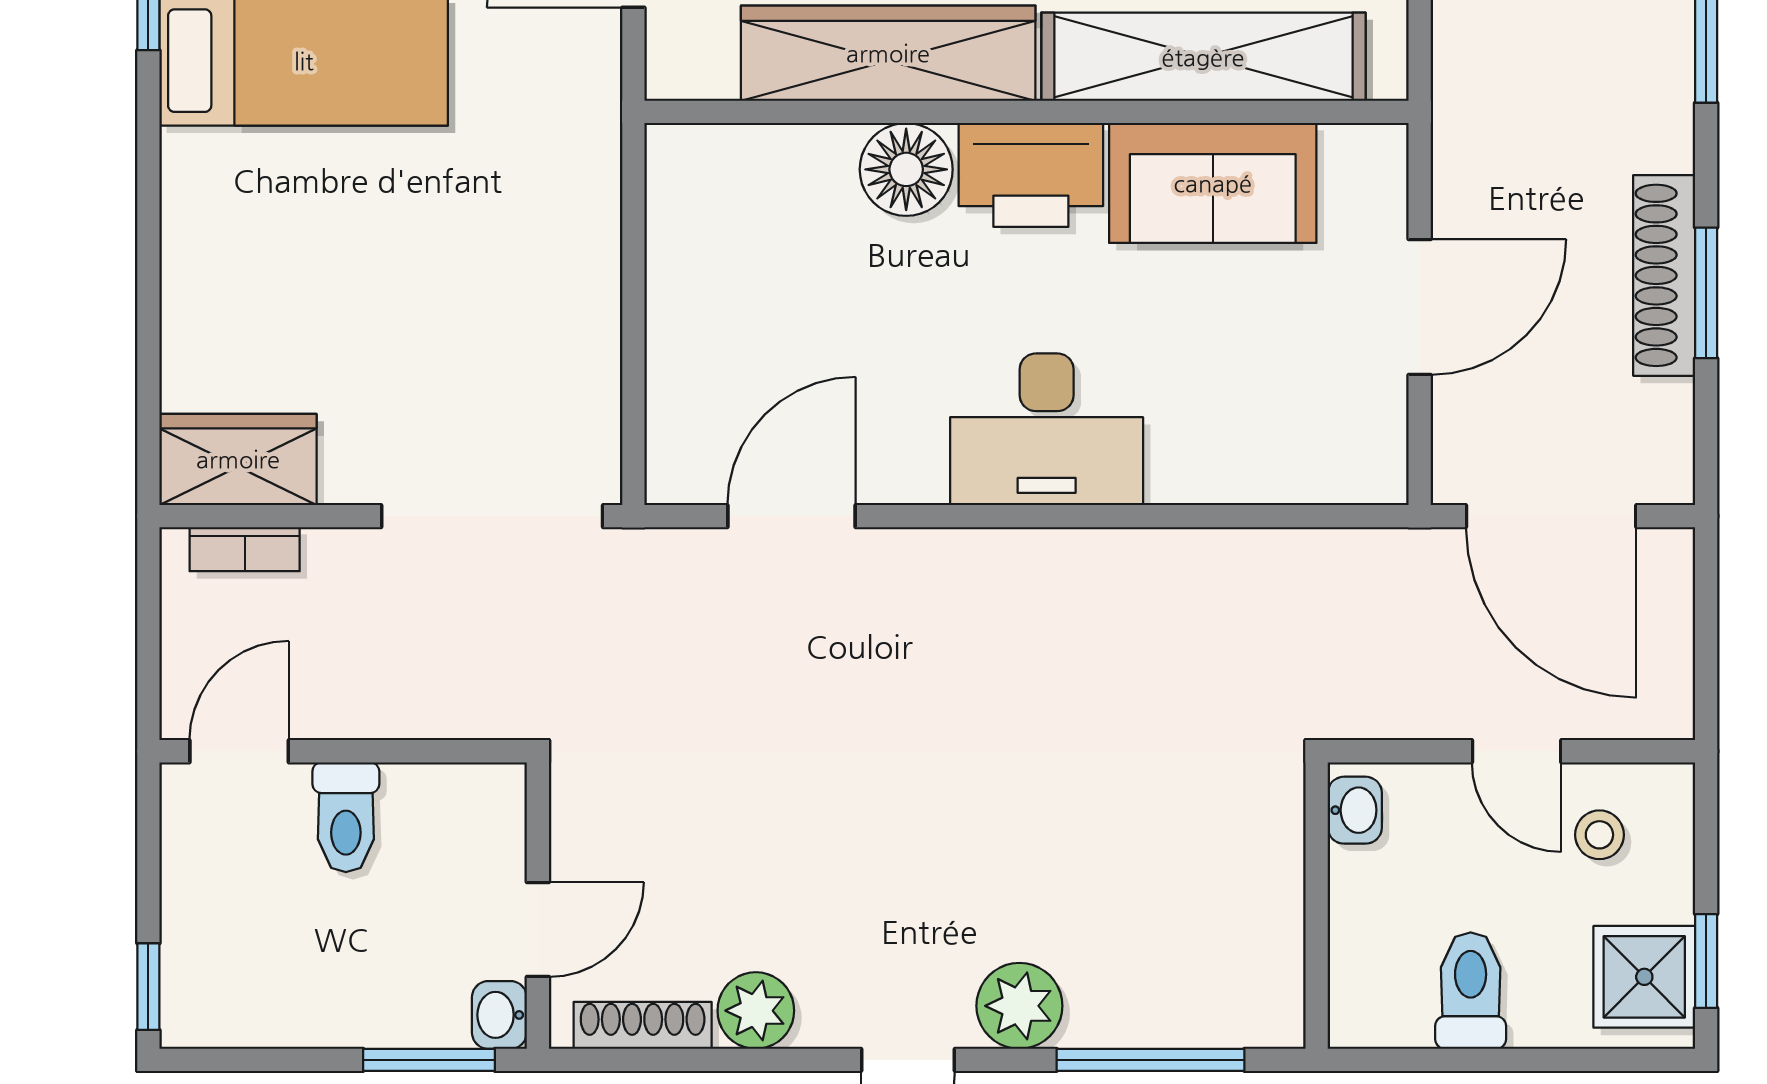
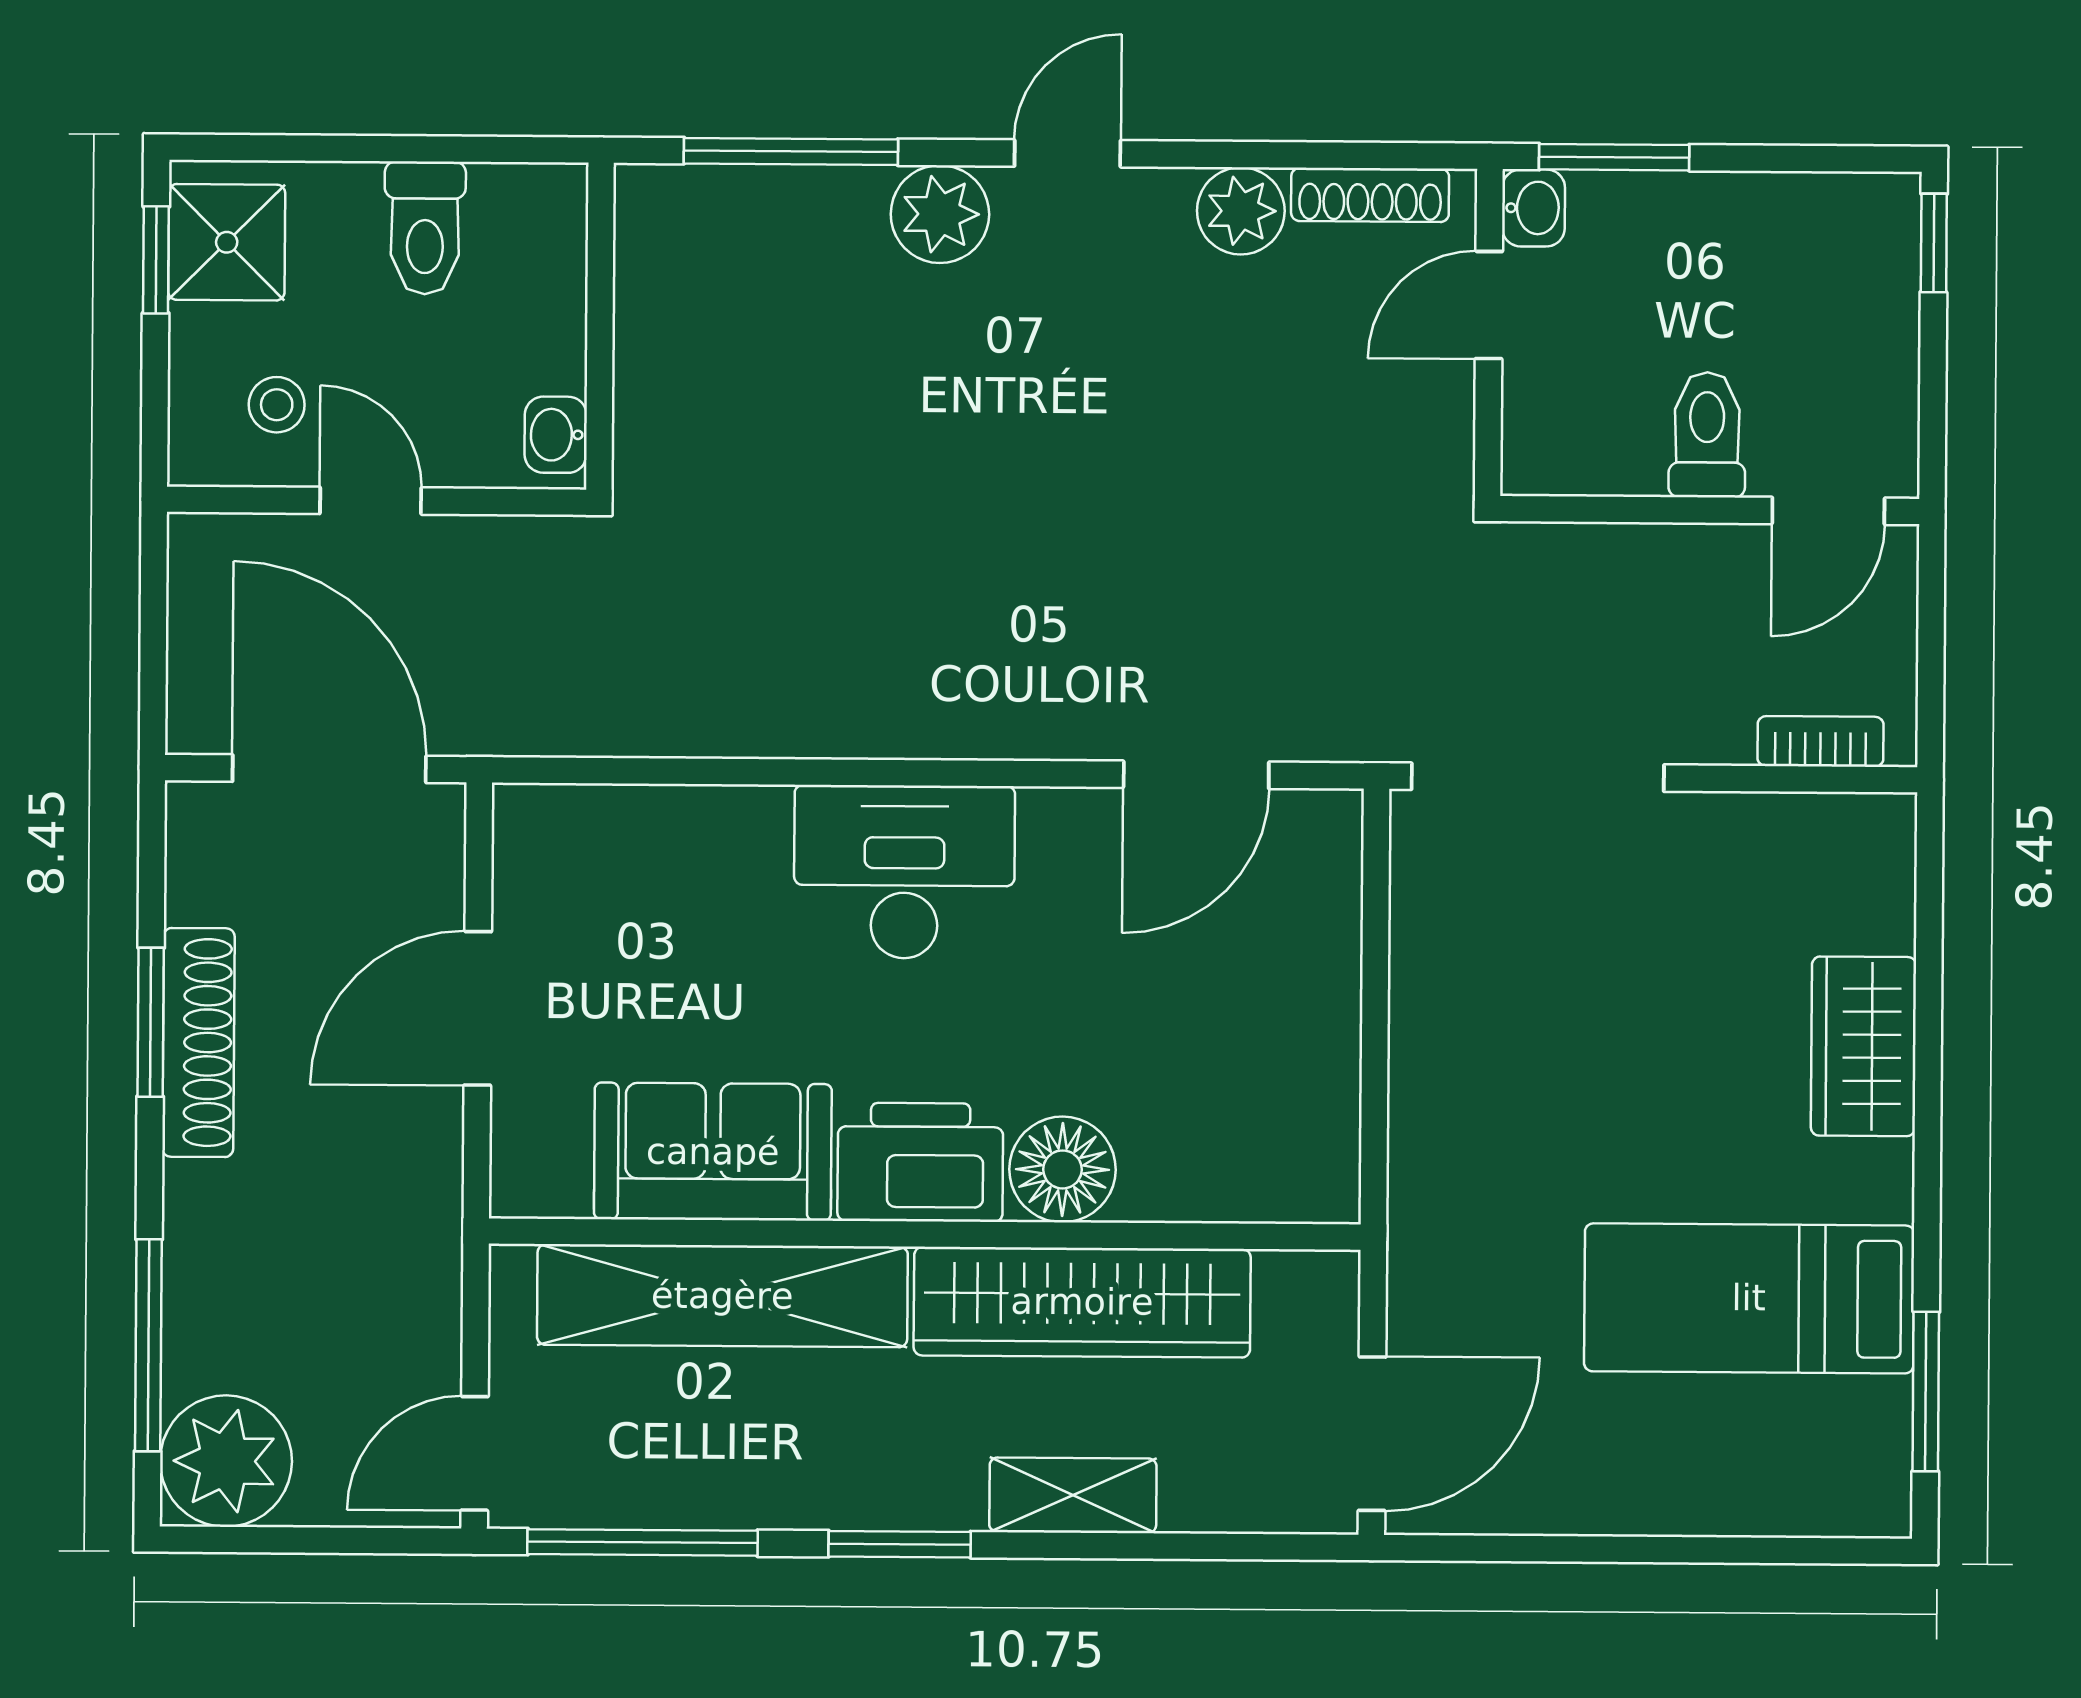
wardrobe: (238, 459) -> (1864, 1046), moved, turned 90

